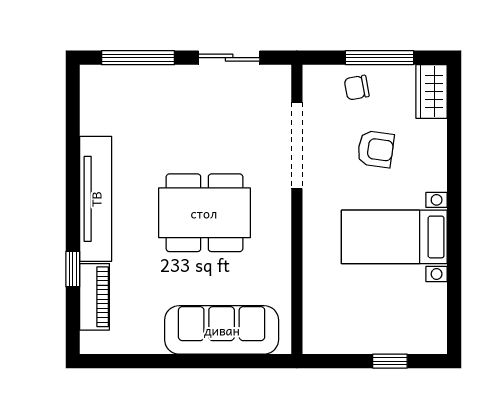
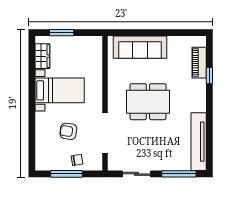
wardrobe: (432, 92) -> (42, 56), moved
tv unit: (96, 199) -> (199, 142), moved
window: (390, 361) -> (62, 33), width x1.50

